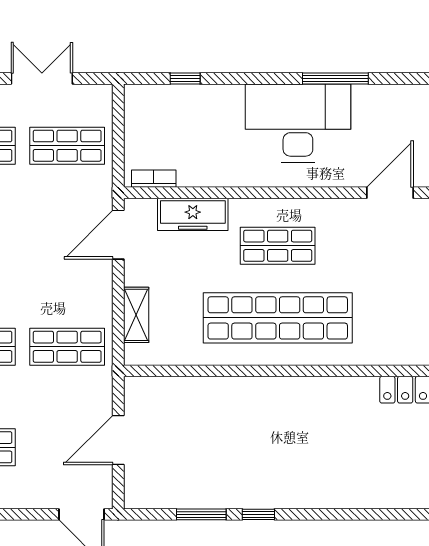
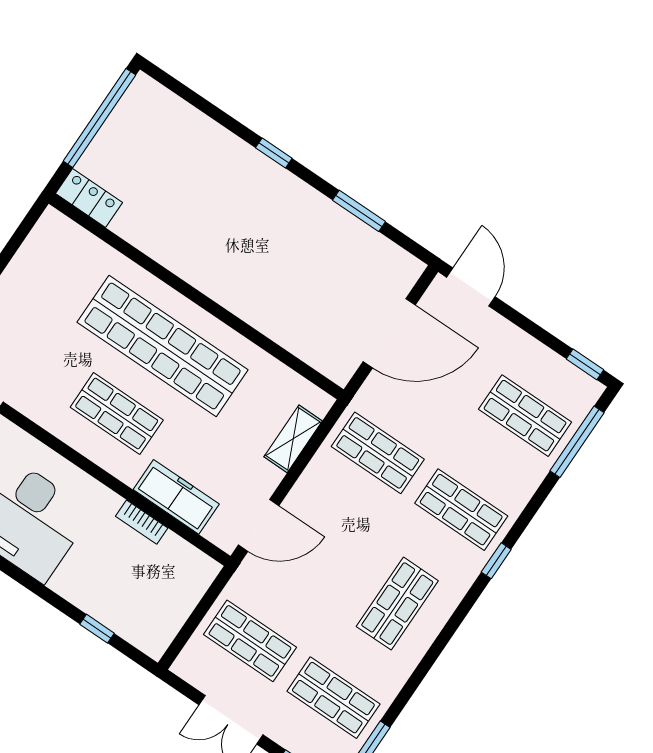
bookcase: (154, 179) -> (142, 522), moved
door: (118, 440) -> (389, 333), width x1.36
window: (258, 514) -> (274, 153), moved

